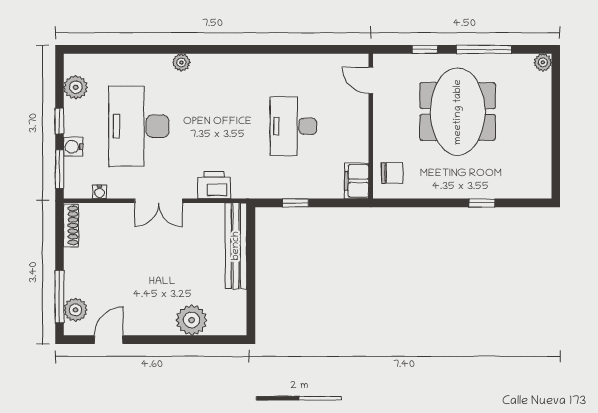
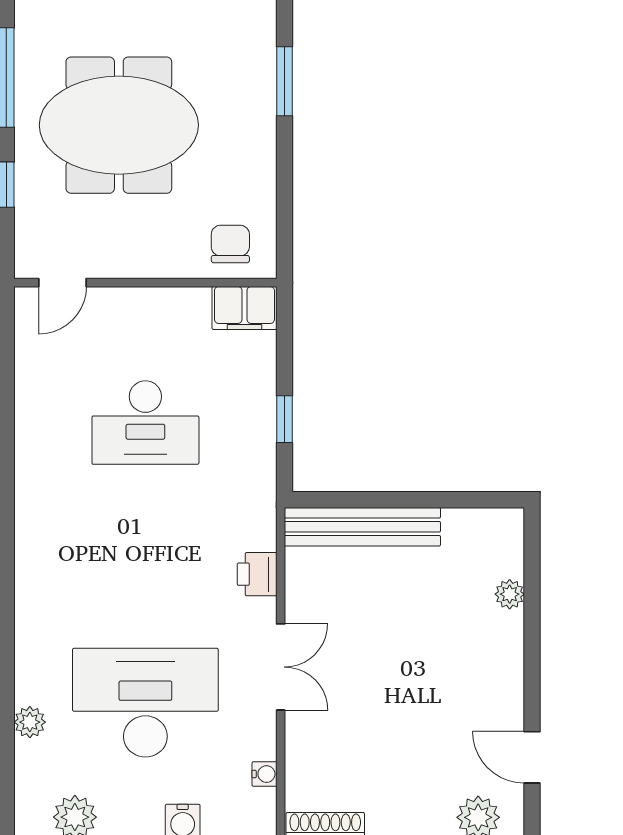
plant: (181, 62) -> (30, 722), moved
desk: (139, 126) -> (145, 703), turned 180
printer: (214, 185) -> (257, 574), width x0.73, depth x0.81
window: (482, 203) -> (284, 81), width x1.50
plant: (192, 320) -> (510, 594), width x0.53, depth x0.53

